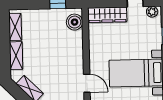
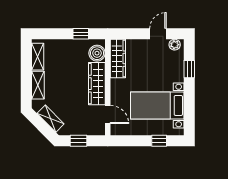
wardrobe: (107, 15) -> (118, 59), moved, turned -90
wardrobe: (75, 53) -> (97, 84), added

